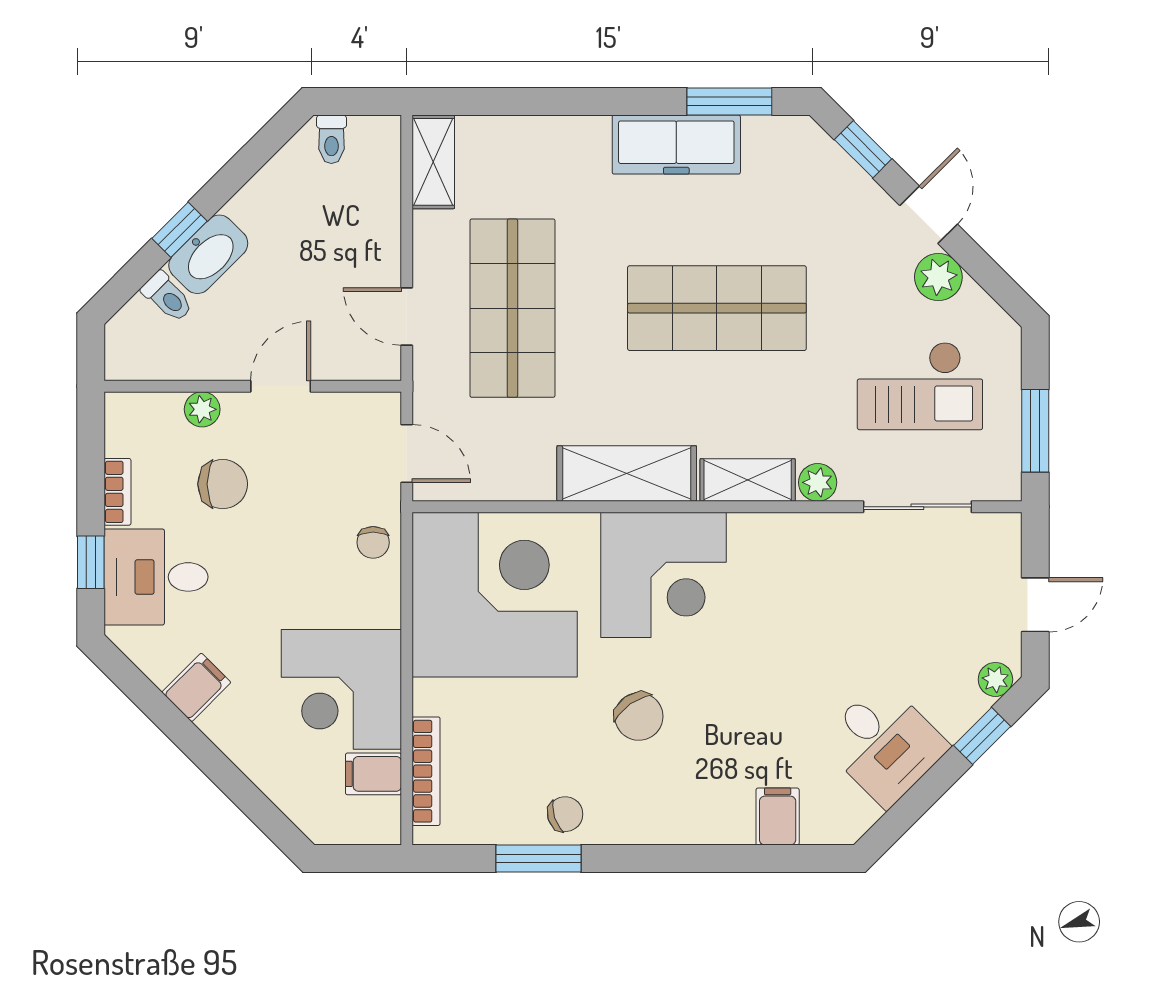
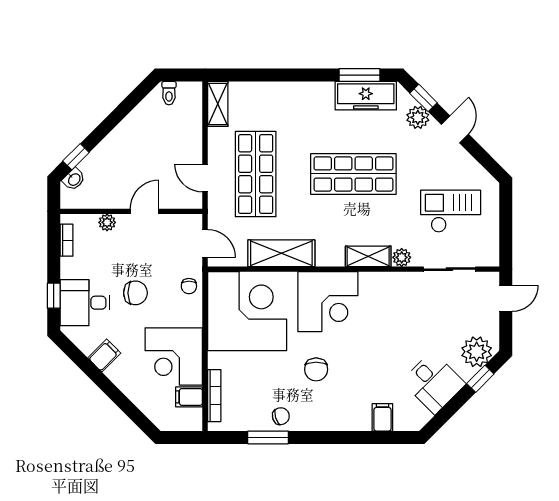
freezer: (676, 145) -> (366, 96), moved
window: (180, 230) -> (76, 157), moved
washbasin: (208, 254) -> (74, 179), moved, width x0.52, depth x0.69
plant: (938, 277) -> (418, 117), moved
toilet: (167, 297) -> (90, 169), removed
checkout: (920, 386) -> (451, 211), turned 180
window: (1035, 431) -> (506, 233), removed
shelving: (627, 473) -> (281, 253), moved
chair: (223, 484) -> (135, 293), moved
bookcase: (117, 492) -> (67, 240), moved
door: (1035, 605) -> (506, 298), moved
plant: (995, 679) -> (477, 352), width x1.87, depth x1.87
chair: (639, 716) -> (316, 369), turned 35

